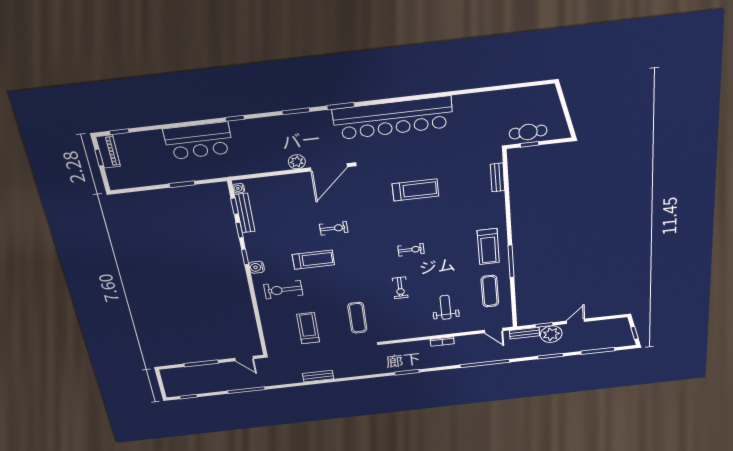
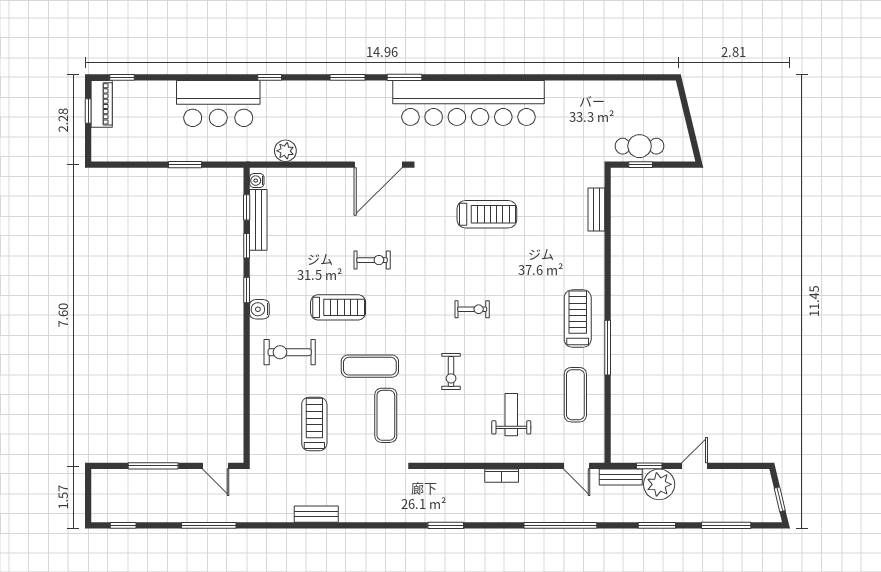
plant: (297, 162) -> (285, 151), moved
treadmill: (488, 247) -> (578, 319), turned 180
exercise mat: (342, 291) -> (370, 366), added

